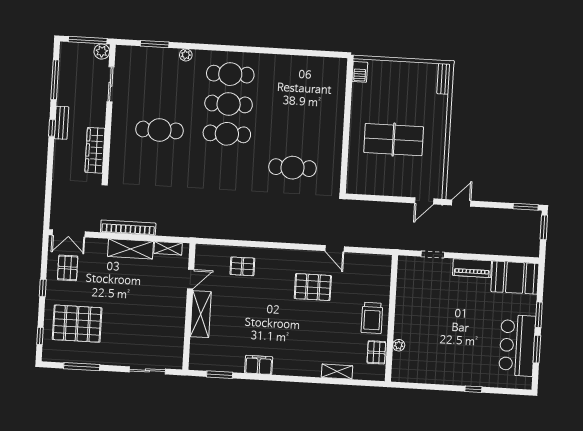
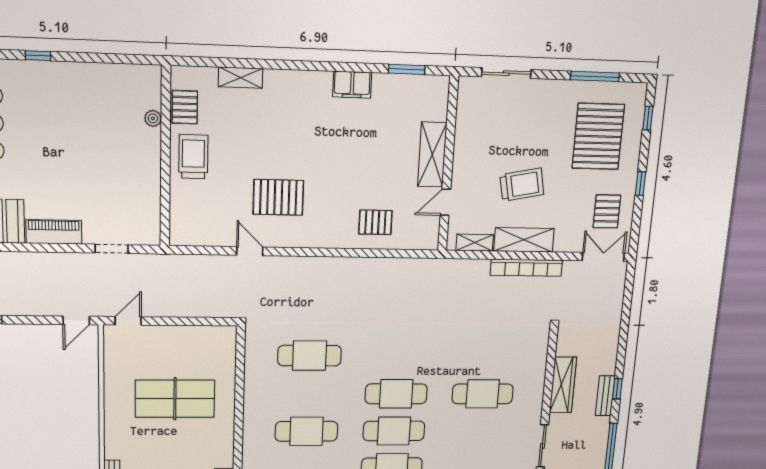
cafe table: (296, 108) -> (306, 431), added
wardrobe: (95, 150) -> (563, 385), moved
trolley: (133, 290) -> (522, 185), added
pallet: (77, 324) -> (598, 136), turned 90

